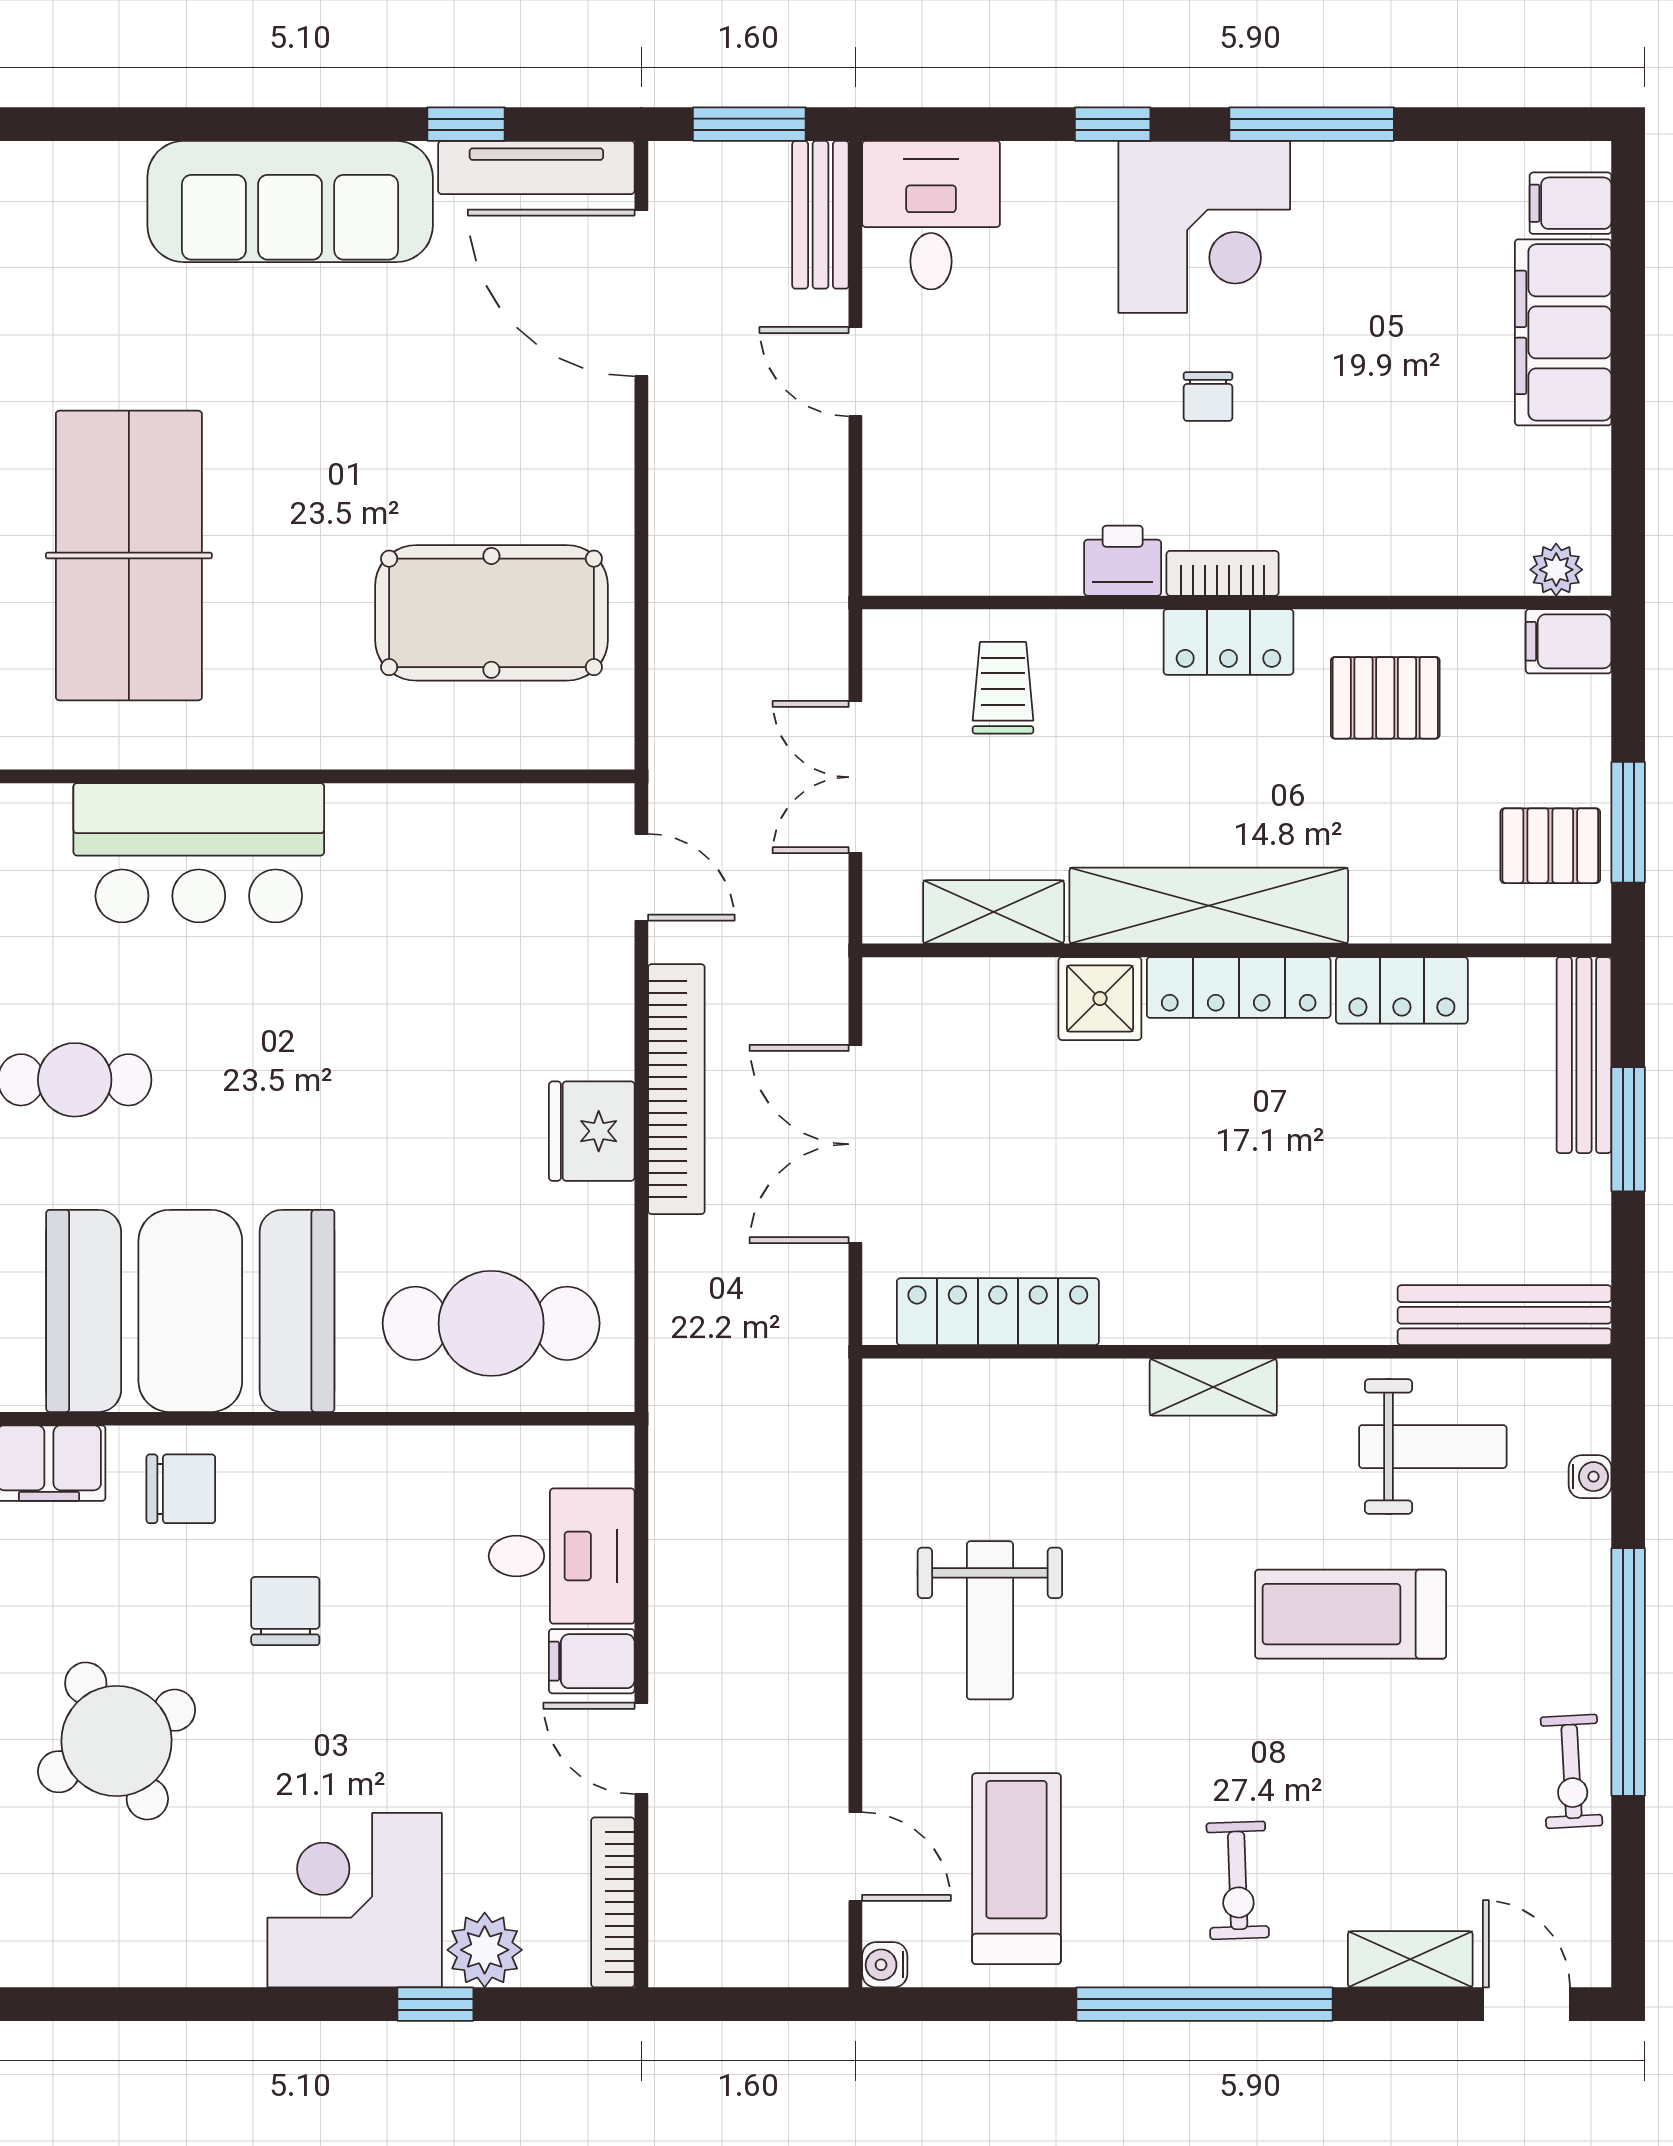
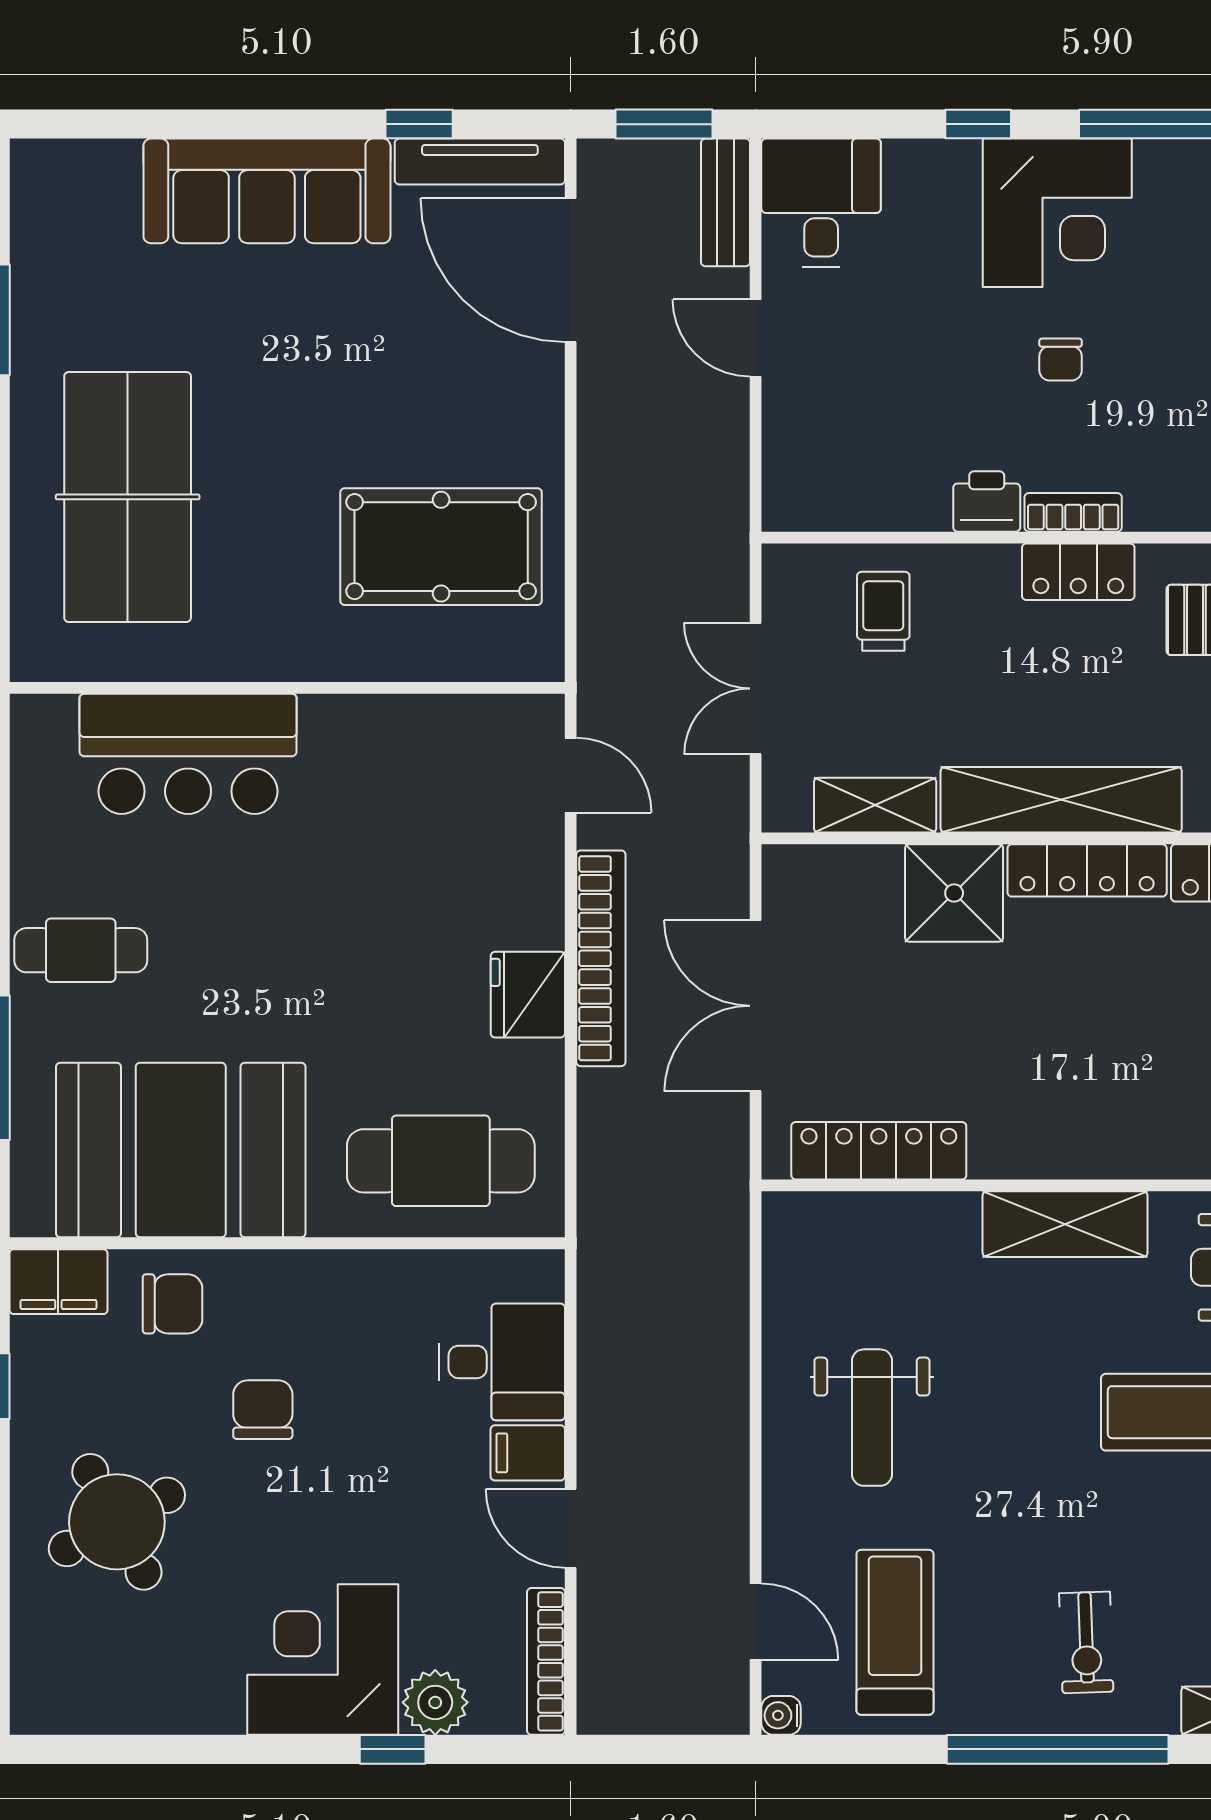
shower: (1100, 999) -> (954, 893), width x1.36, depth x1.36
shelving: (1213, 1387) -> (1065, 1224), width x1.50, depth x1.33

